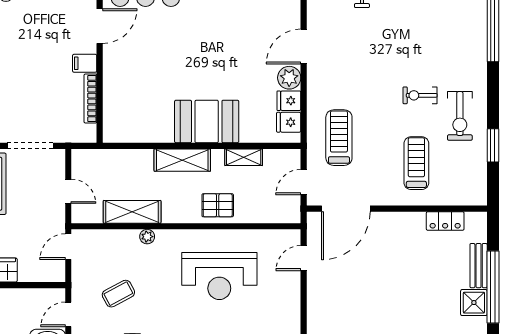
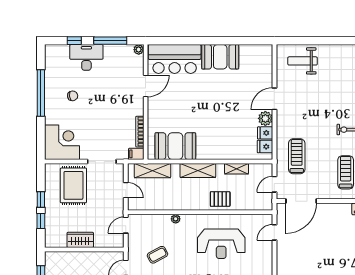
filing cabinet: (85, 63) -> (136, 154), moved
booth: (207, 121) -> (175, 146), moved
shelving: (132, 212) -> (152, 171), moved

